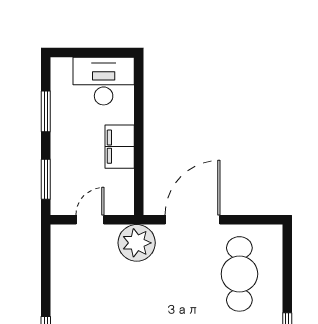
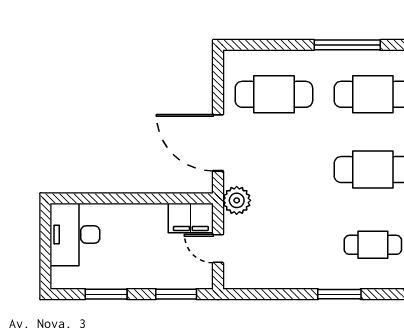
filing cabinet: (120, 147) -> (191, 218), moved
plant: (137, 243) -> (237, 200), width x0.73, depth x0.73

